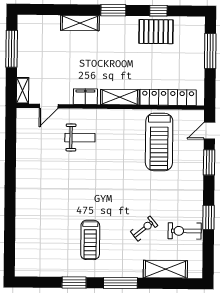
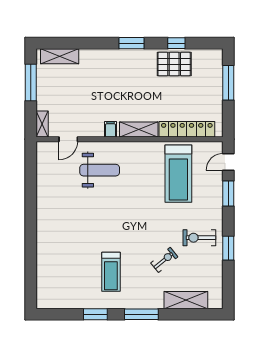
shelving: (80, 23) -> (60, 56), moved
filing cabinet: (85, 97) -> (110, 129), width x0.50
weight bench: (80, 138) -> (100, 170), width x1.36, depth x1.33
exercise bike: (185, 231) -> (199, 238), moved

